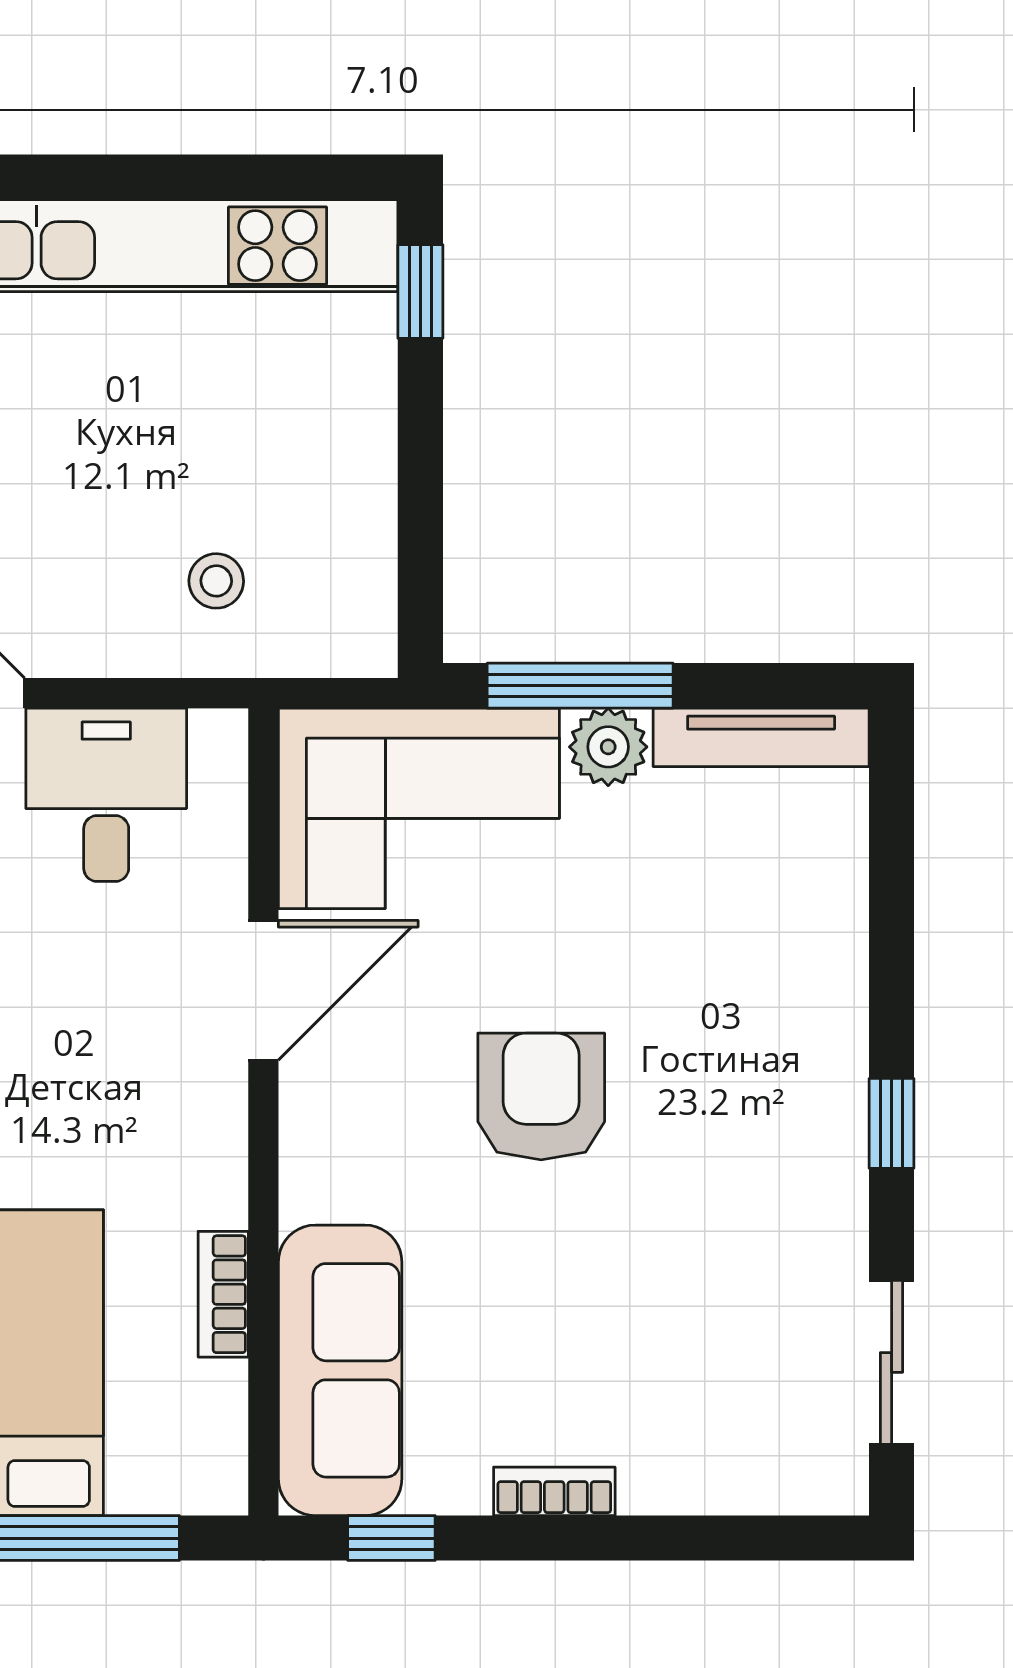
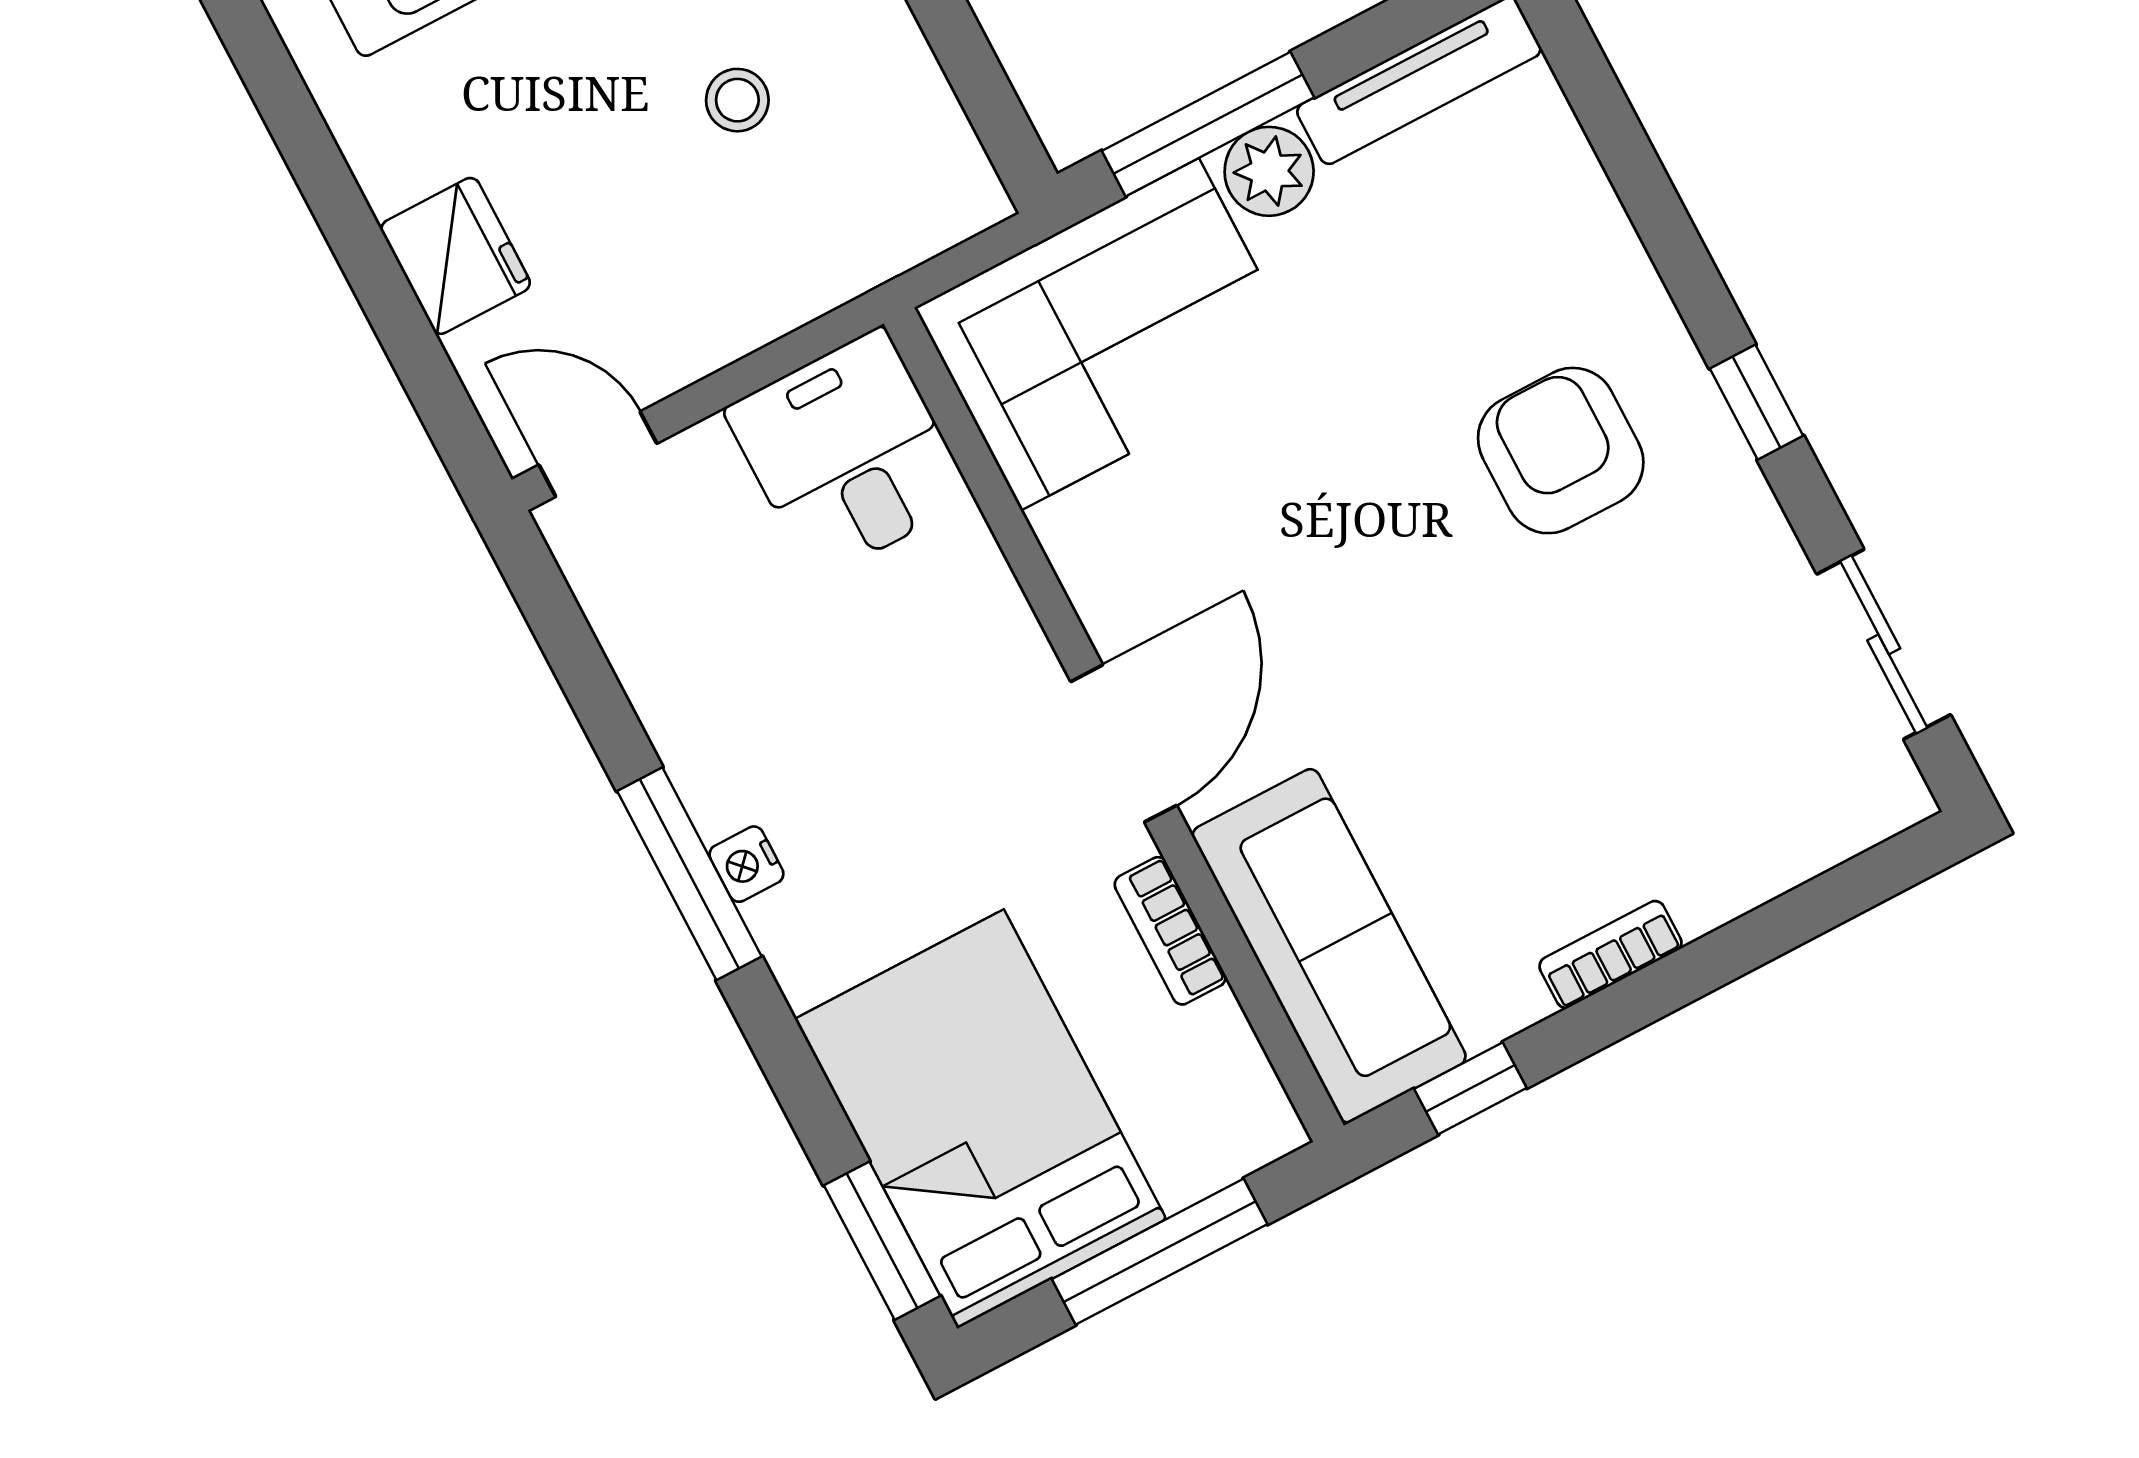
stool: (216, 581) -> (737, 100), moved
desk: (106, 795) -> (848, 454), moved
door: (263, 990) -> (1124, 743), moved
armchair: (541, 1096) -> (1561, 451), moved

